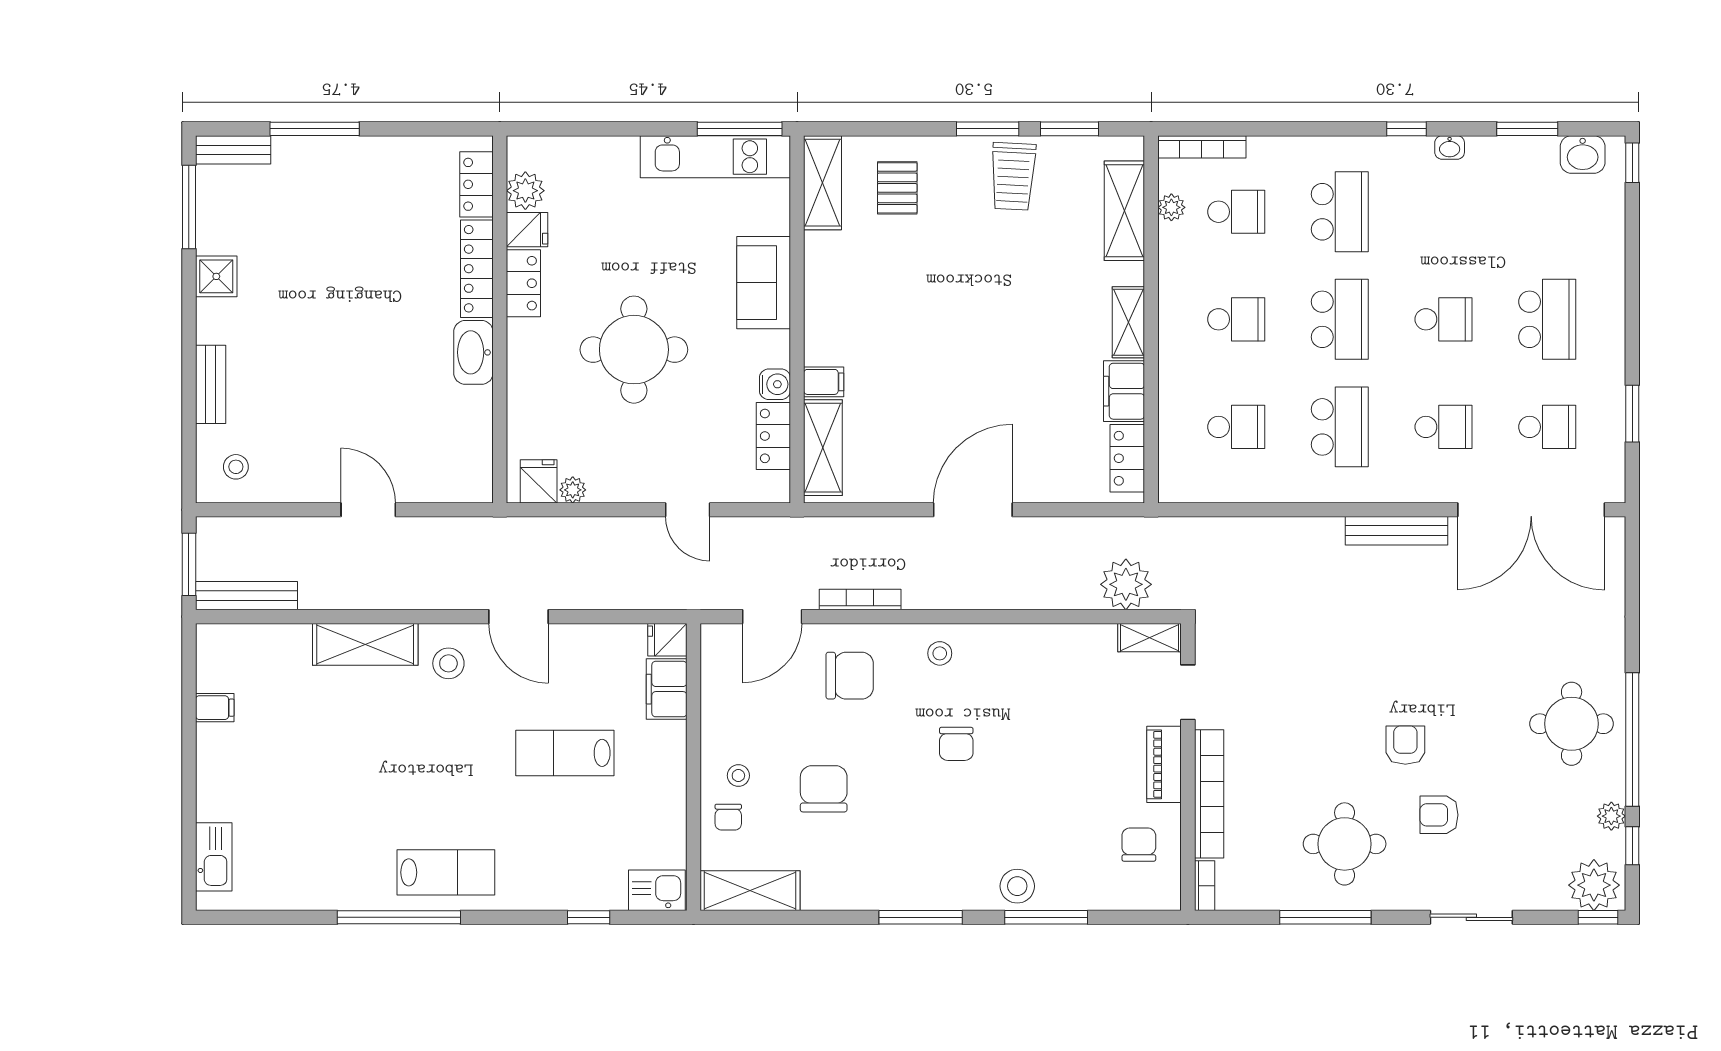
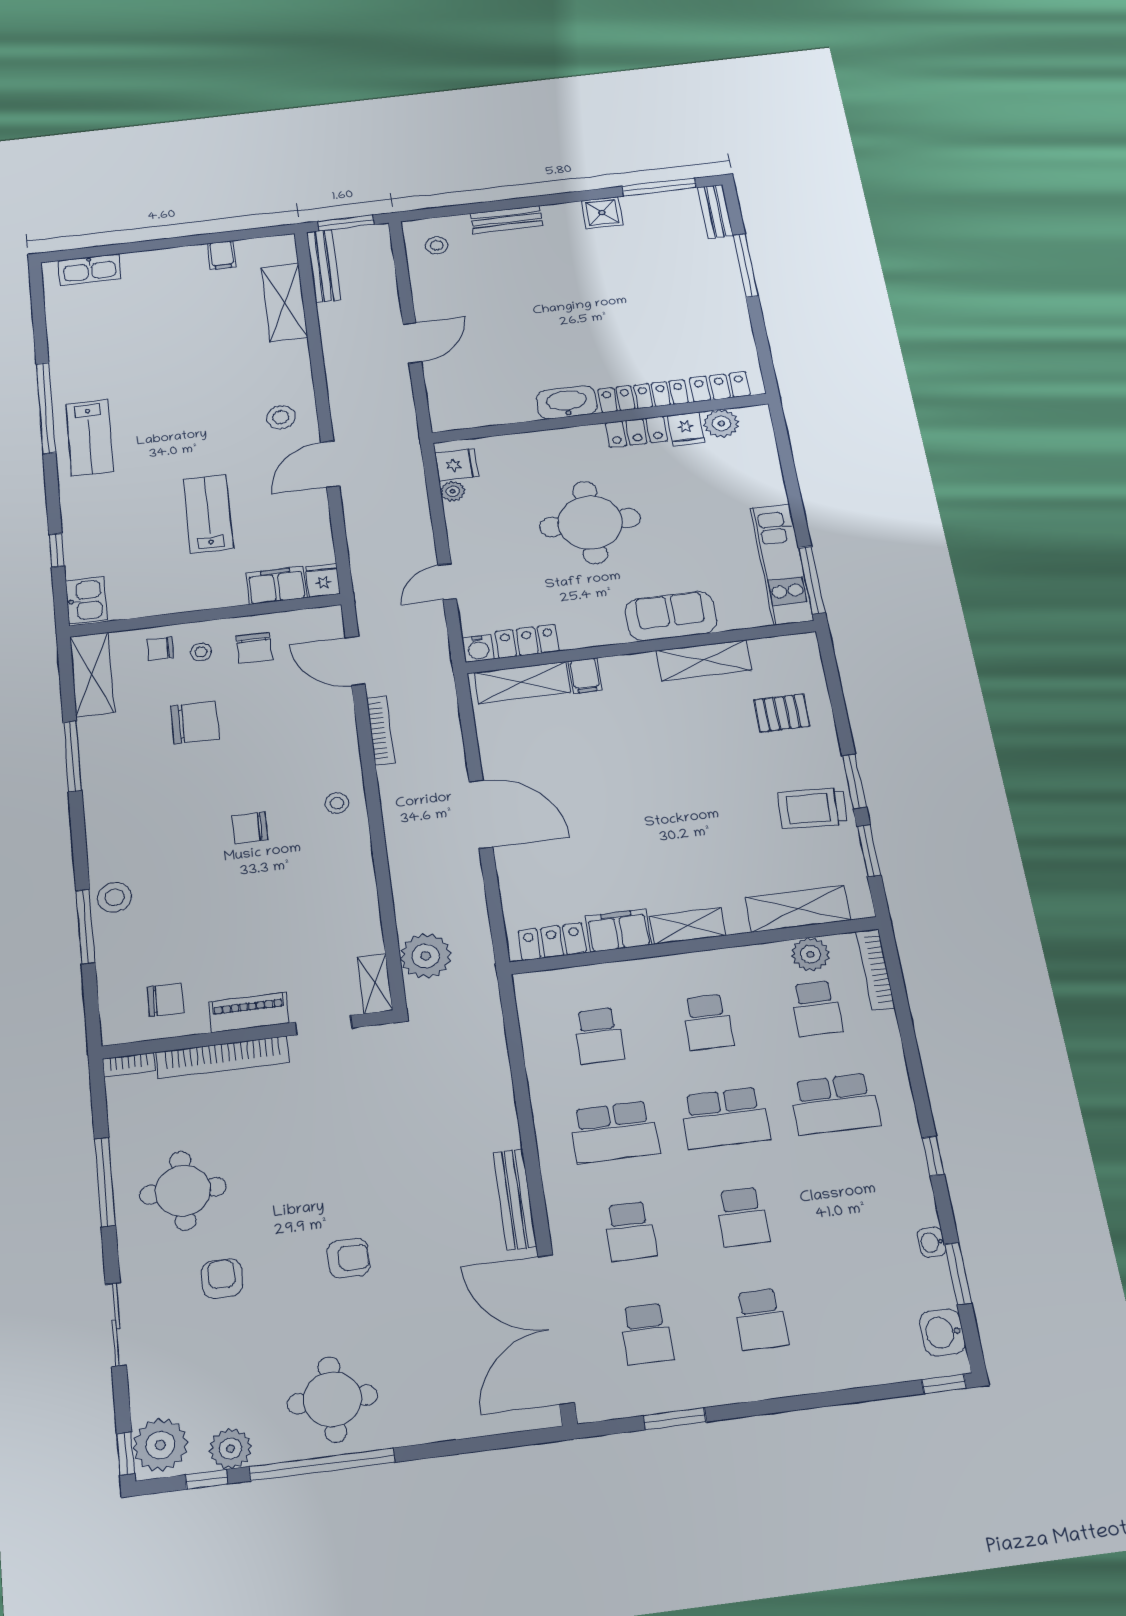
washbasin: (1450, 147) -> (931, 1242), moved
shelving: (823, 183) -> (704, 660), moved
plant: (1171, 207) -> (810, 954), width x1.38, depth x1.38
school desk: (1547, 319) -> (761, 1319), width x0.54
water cooler: (775, 384) -> (478, 648), moved
shelving: (365, 644) -> (284, 302), moved
chair: (850, 676) -> (254, 648), moved, width x0.73, depth x0.73
armchair: (1405, 745) -> (349, 1258), moved
plant: (1611, 816) -> (230, 1449), width x1.38, depth x1.38
window: (921, 917) -> (72, 756), moved

